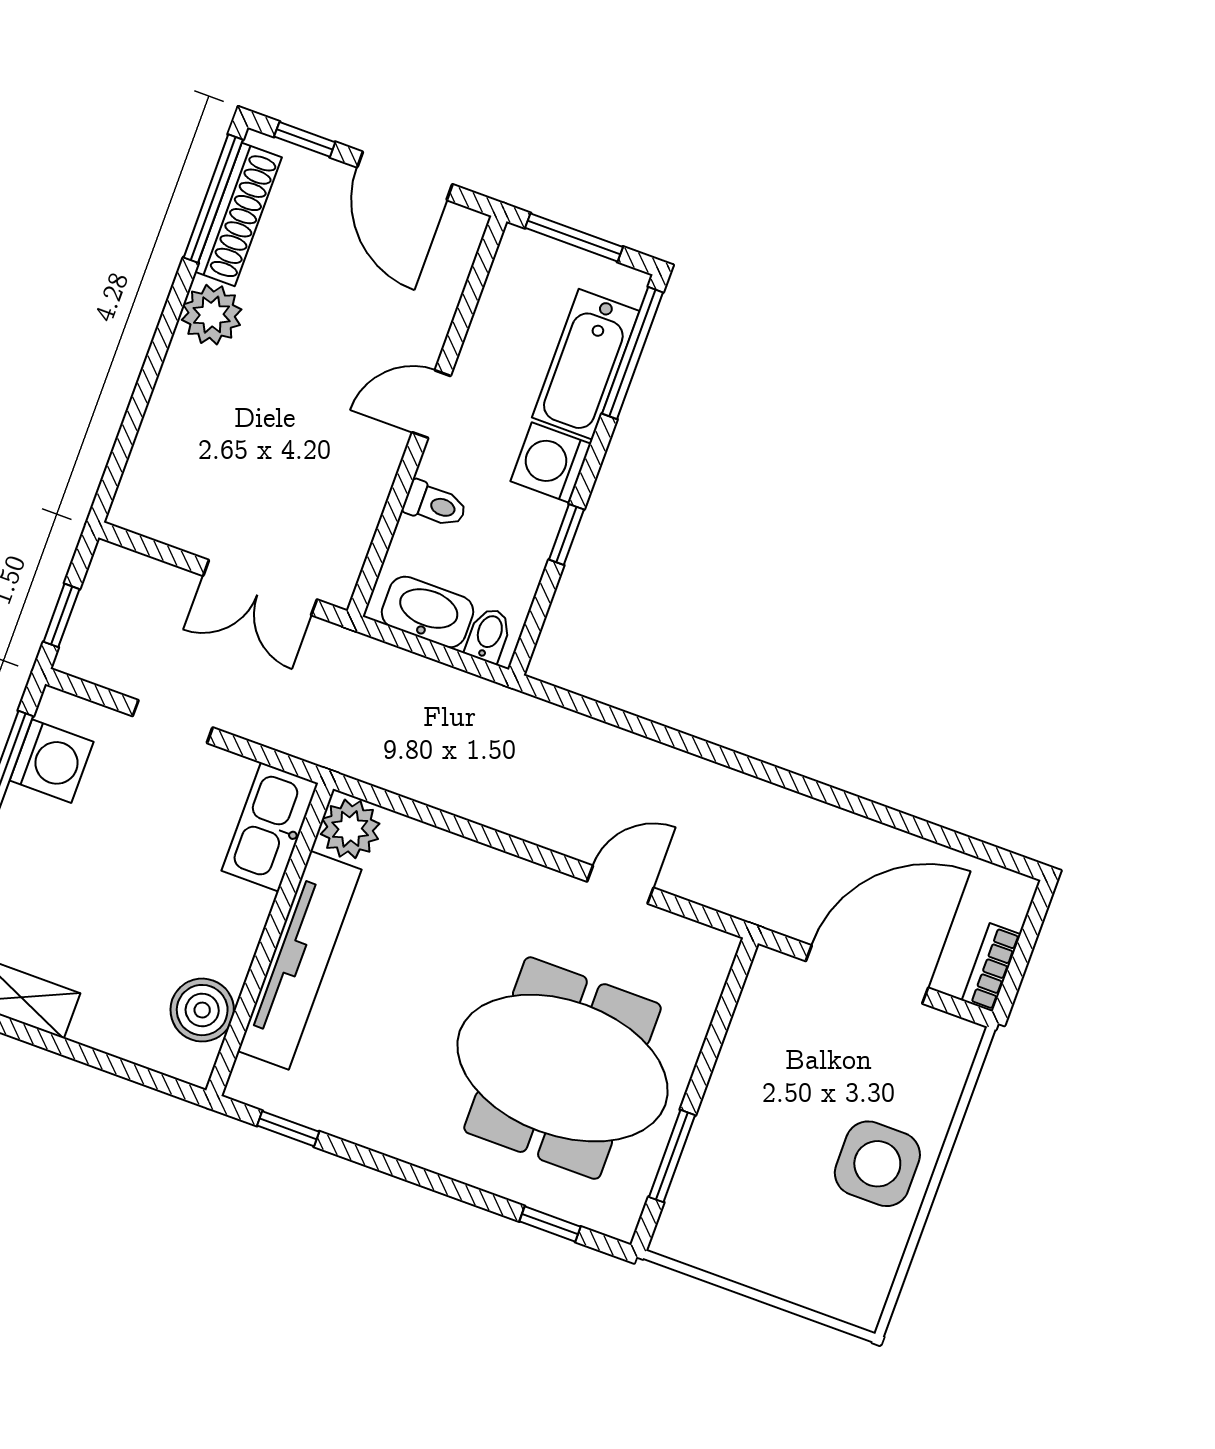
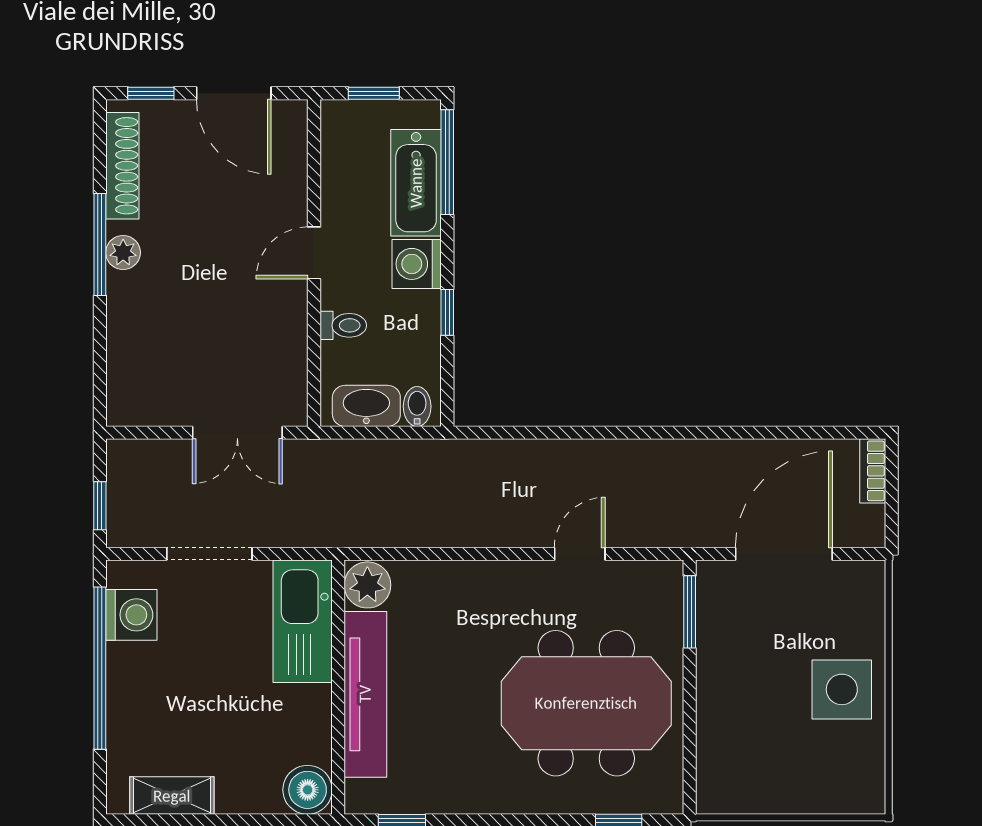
window: (213, 199) -> (100, 244), moved
window: (574, 237) -> (374, 93), width x0.67
plant: (212, 315) -> (123, 253), width x0.73, depth x0.73
doorway: (173, 722) -> (209, 554), width x1.38
kitchen sink: (270, 827) -> (303, 621), width x1.36, depth x1.24
bookcase: (991, 967) -> (873, 471), moved
boiler: (202, 1010) -> (308, 790), moved
window: (672, 1156) -> (690, 612), moved

